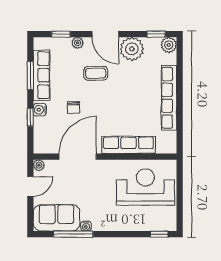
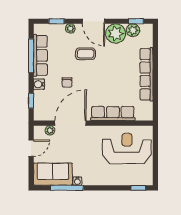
plant: (169, 45) -> (133, 30), moved
window: (30, 76) -> (31, 56), width x1.44
window: (30, 117) -> (31, 101), moved
plant: (39, 165) -> (50, 130), moved

